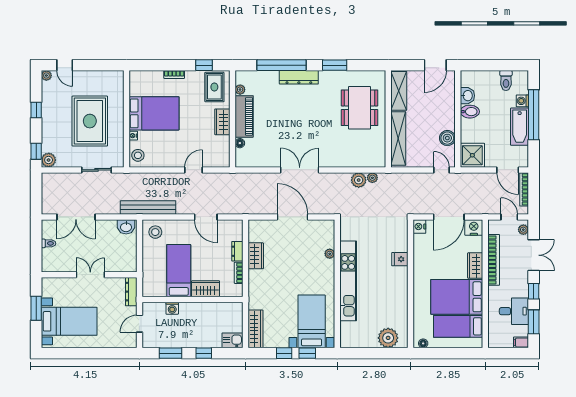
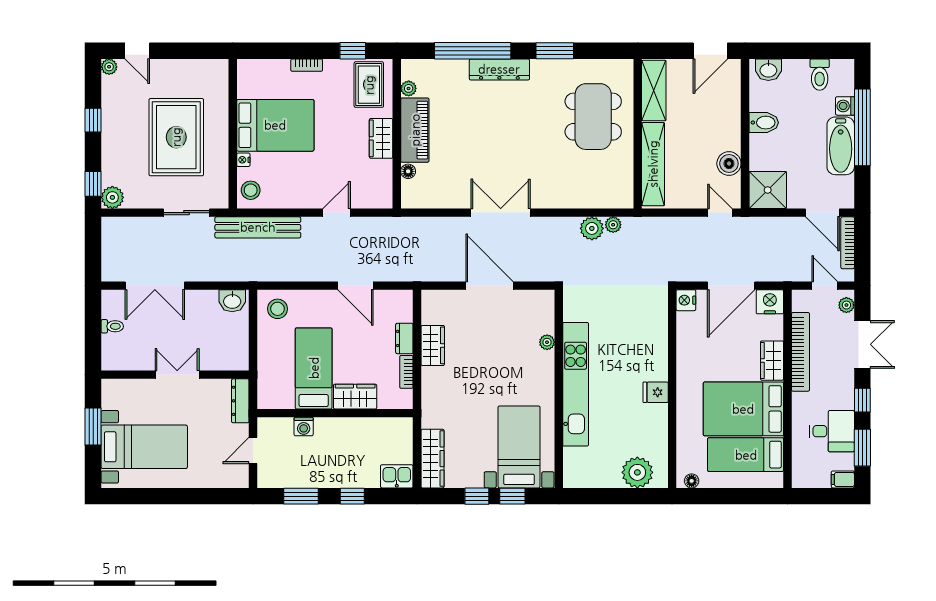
washbasin: (467, 96) -> (768, 70), moved, turned 90
bench: (148, 208) -> (258, 227), moved
fridge: (400, 259) -> (656, 392), moved

